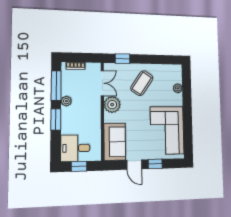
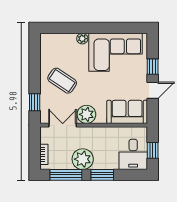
plant: (178, 88) -> (82, 39), moved
plant: (66, 101) -> (83, 159), width x1.87, depth x1.87

